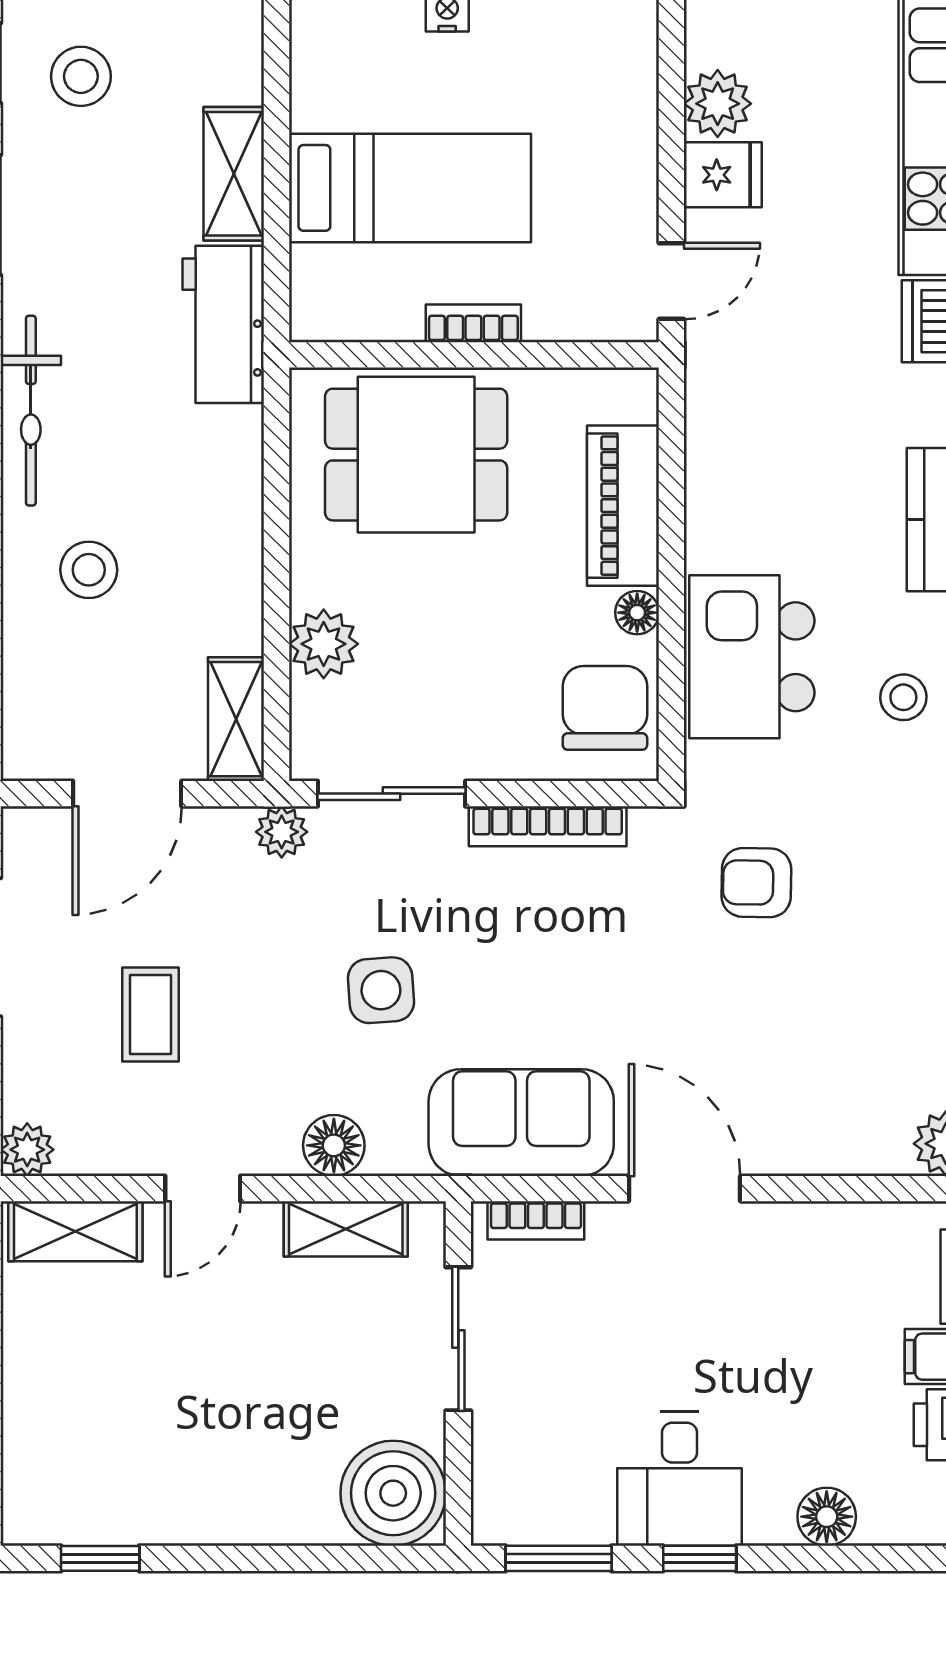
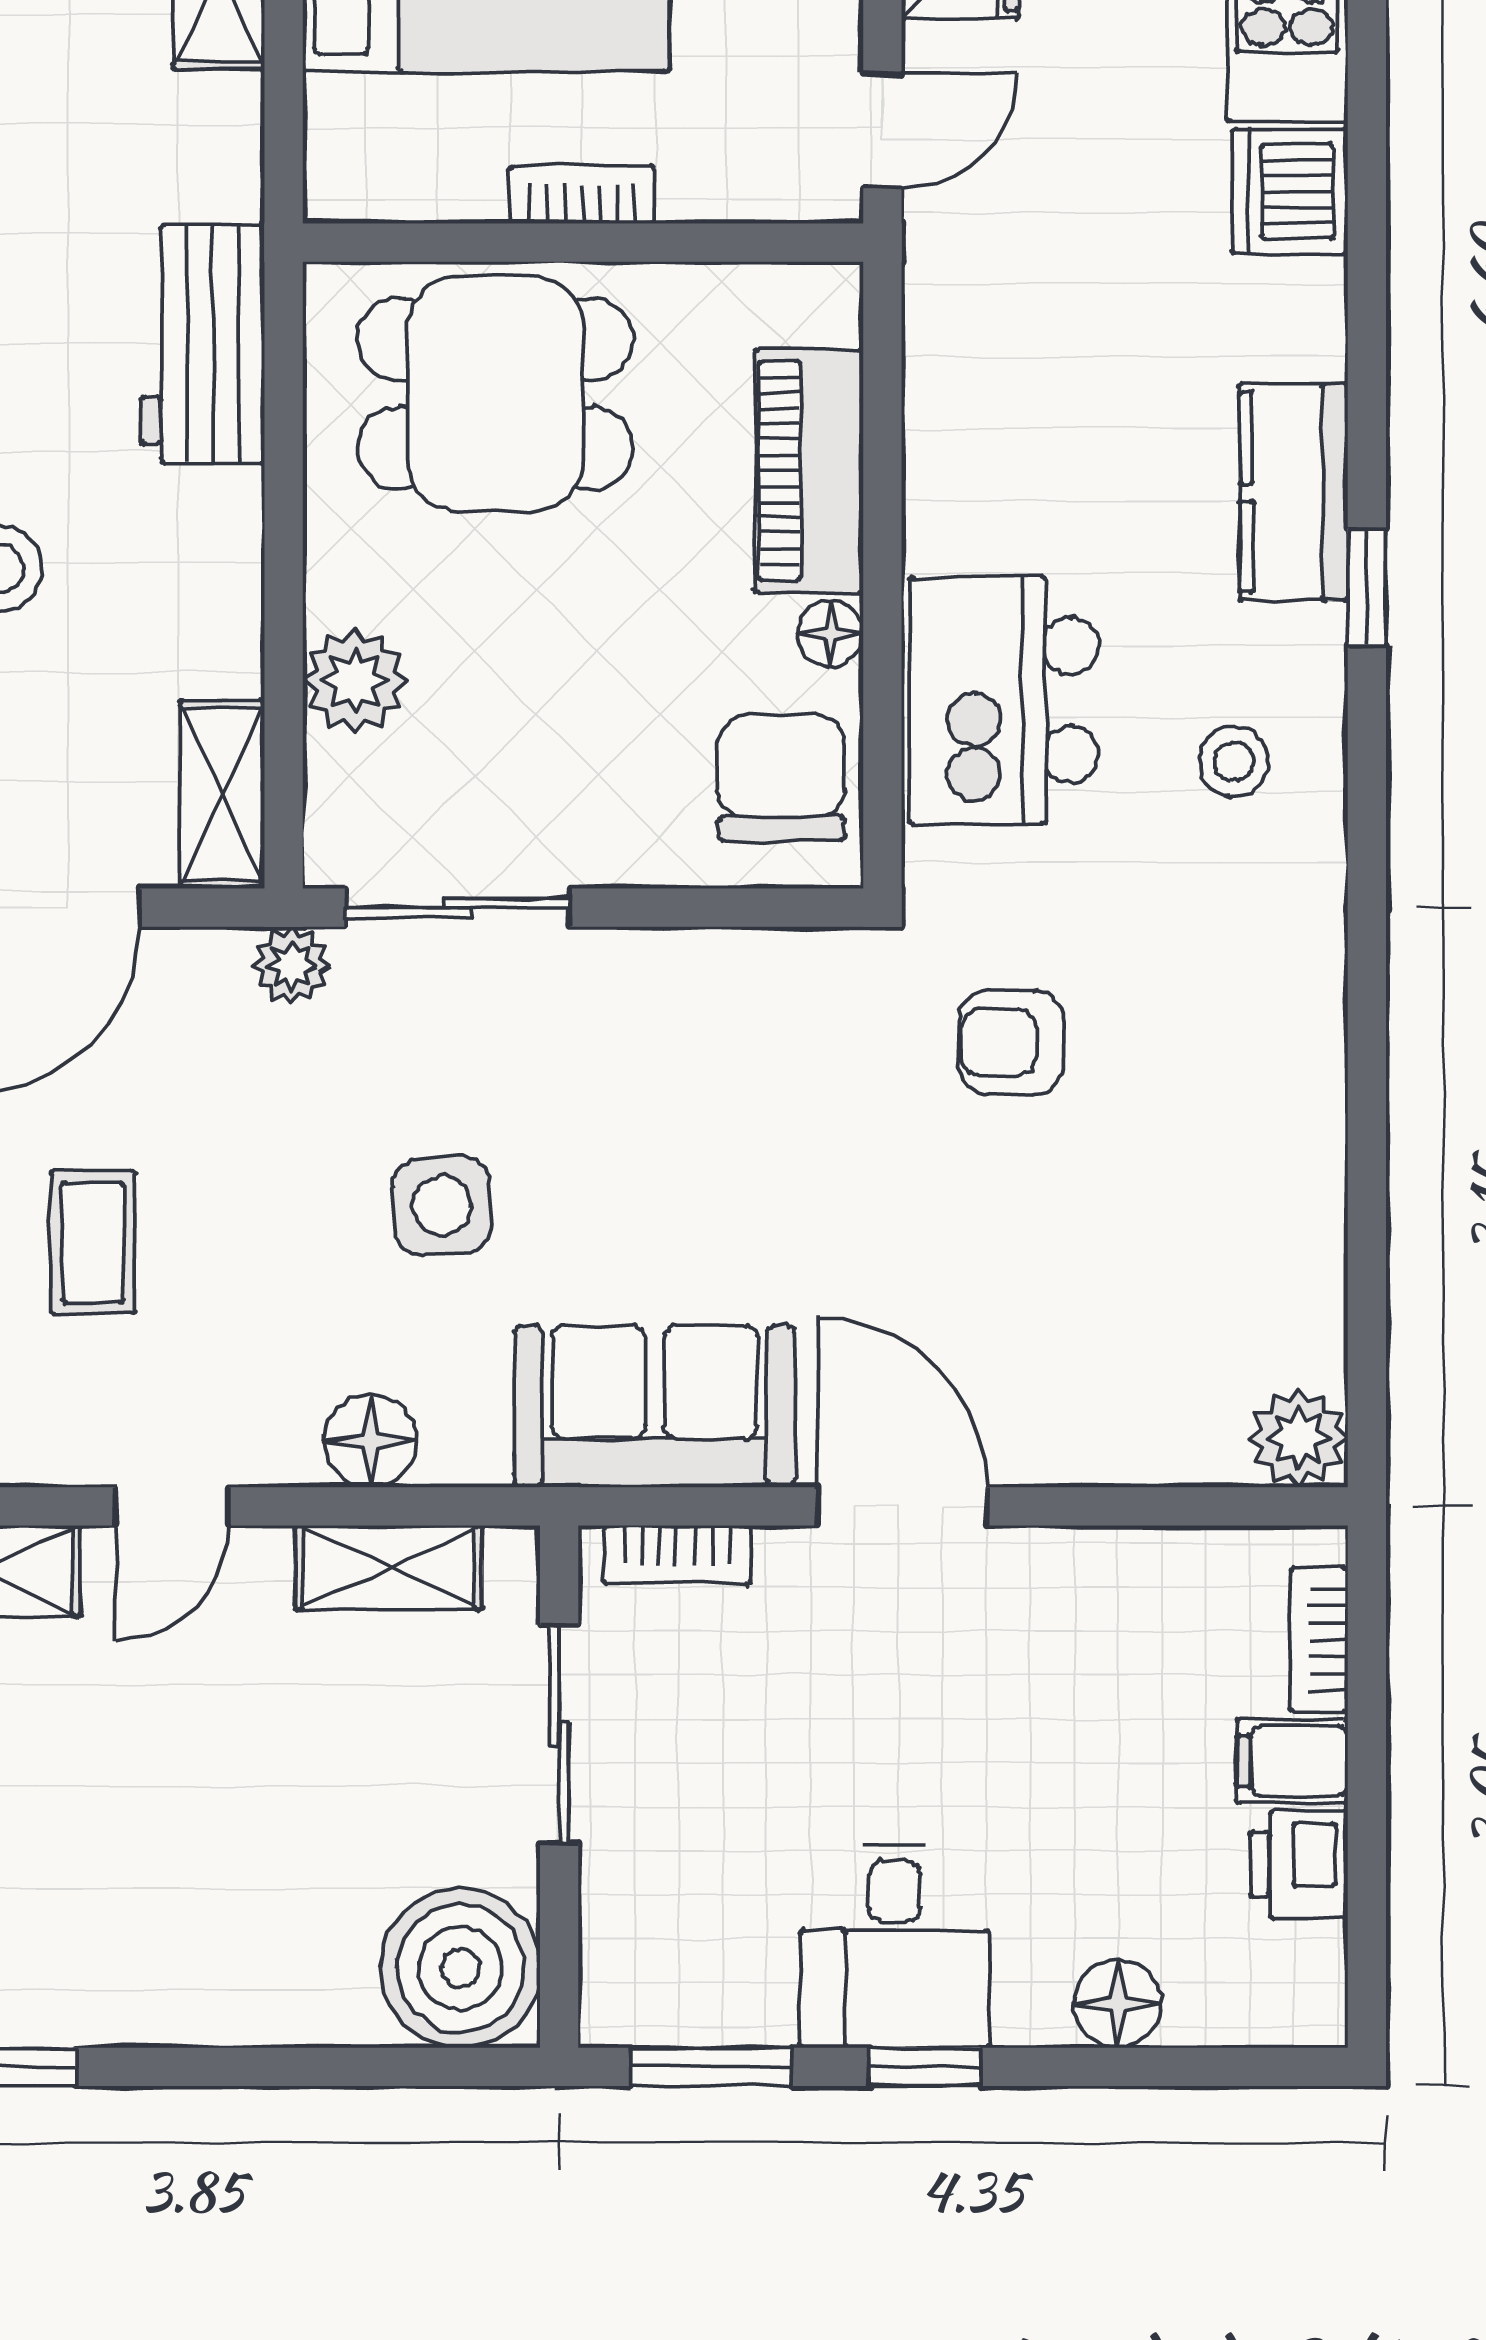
workbench: (223, 324) -> (203, 344), moved
bookcase: (548, 826) -> (695, 957), removed

